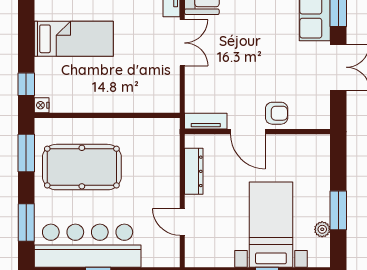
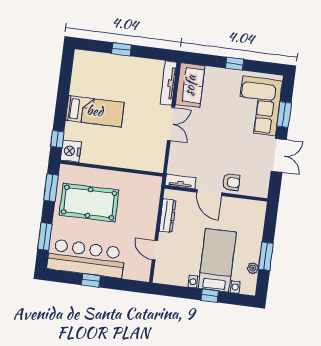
nightstand: (42, 105) -> (71, 151), width x1.89, depth x1.79

